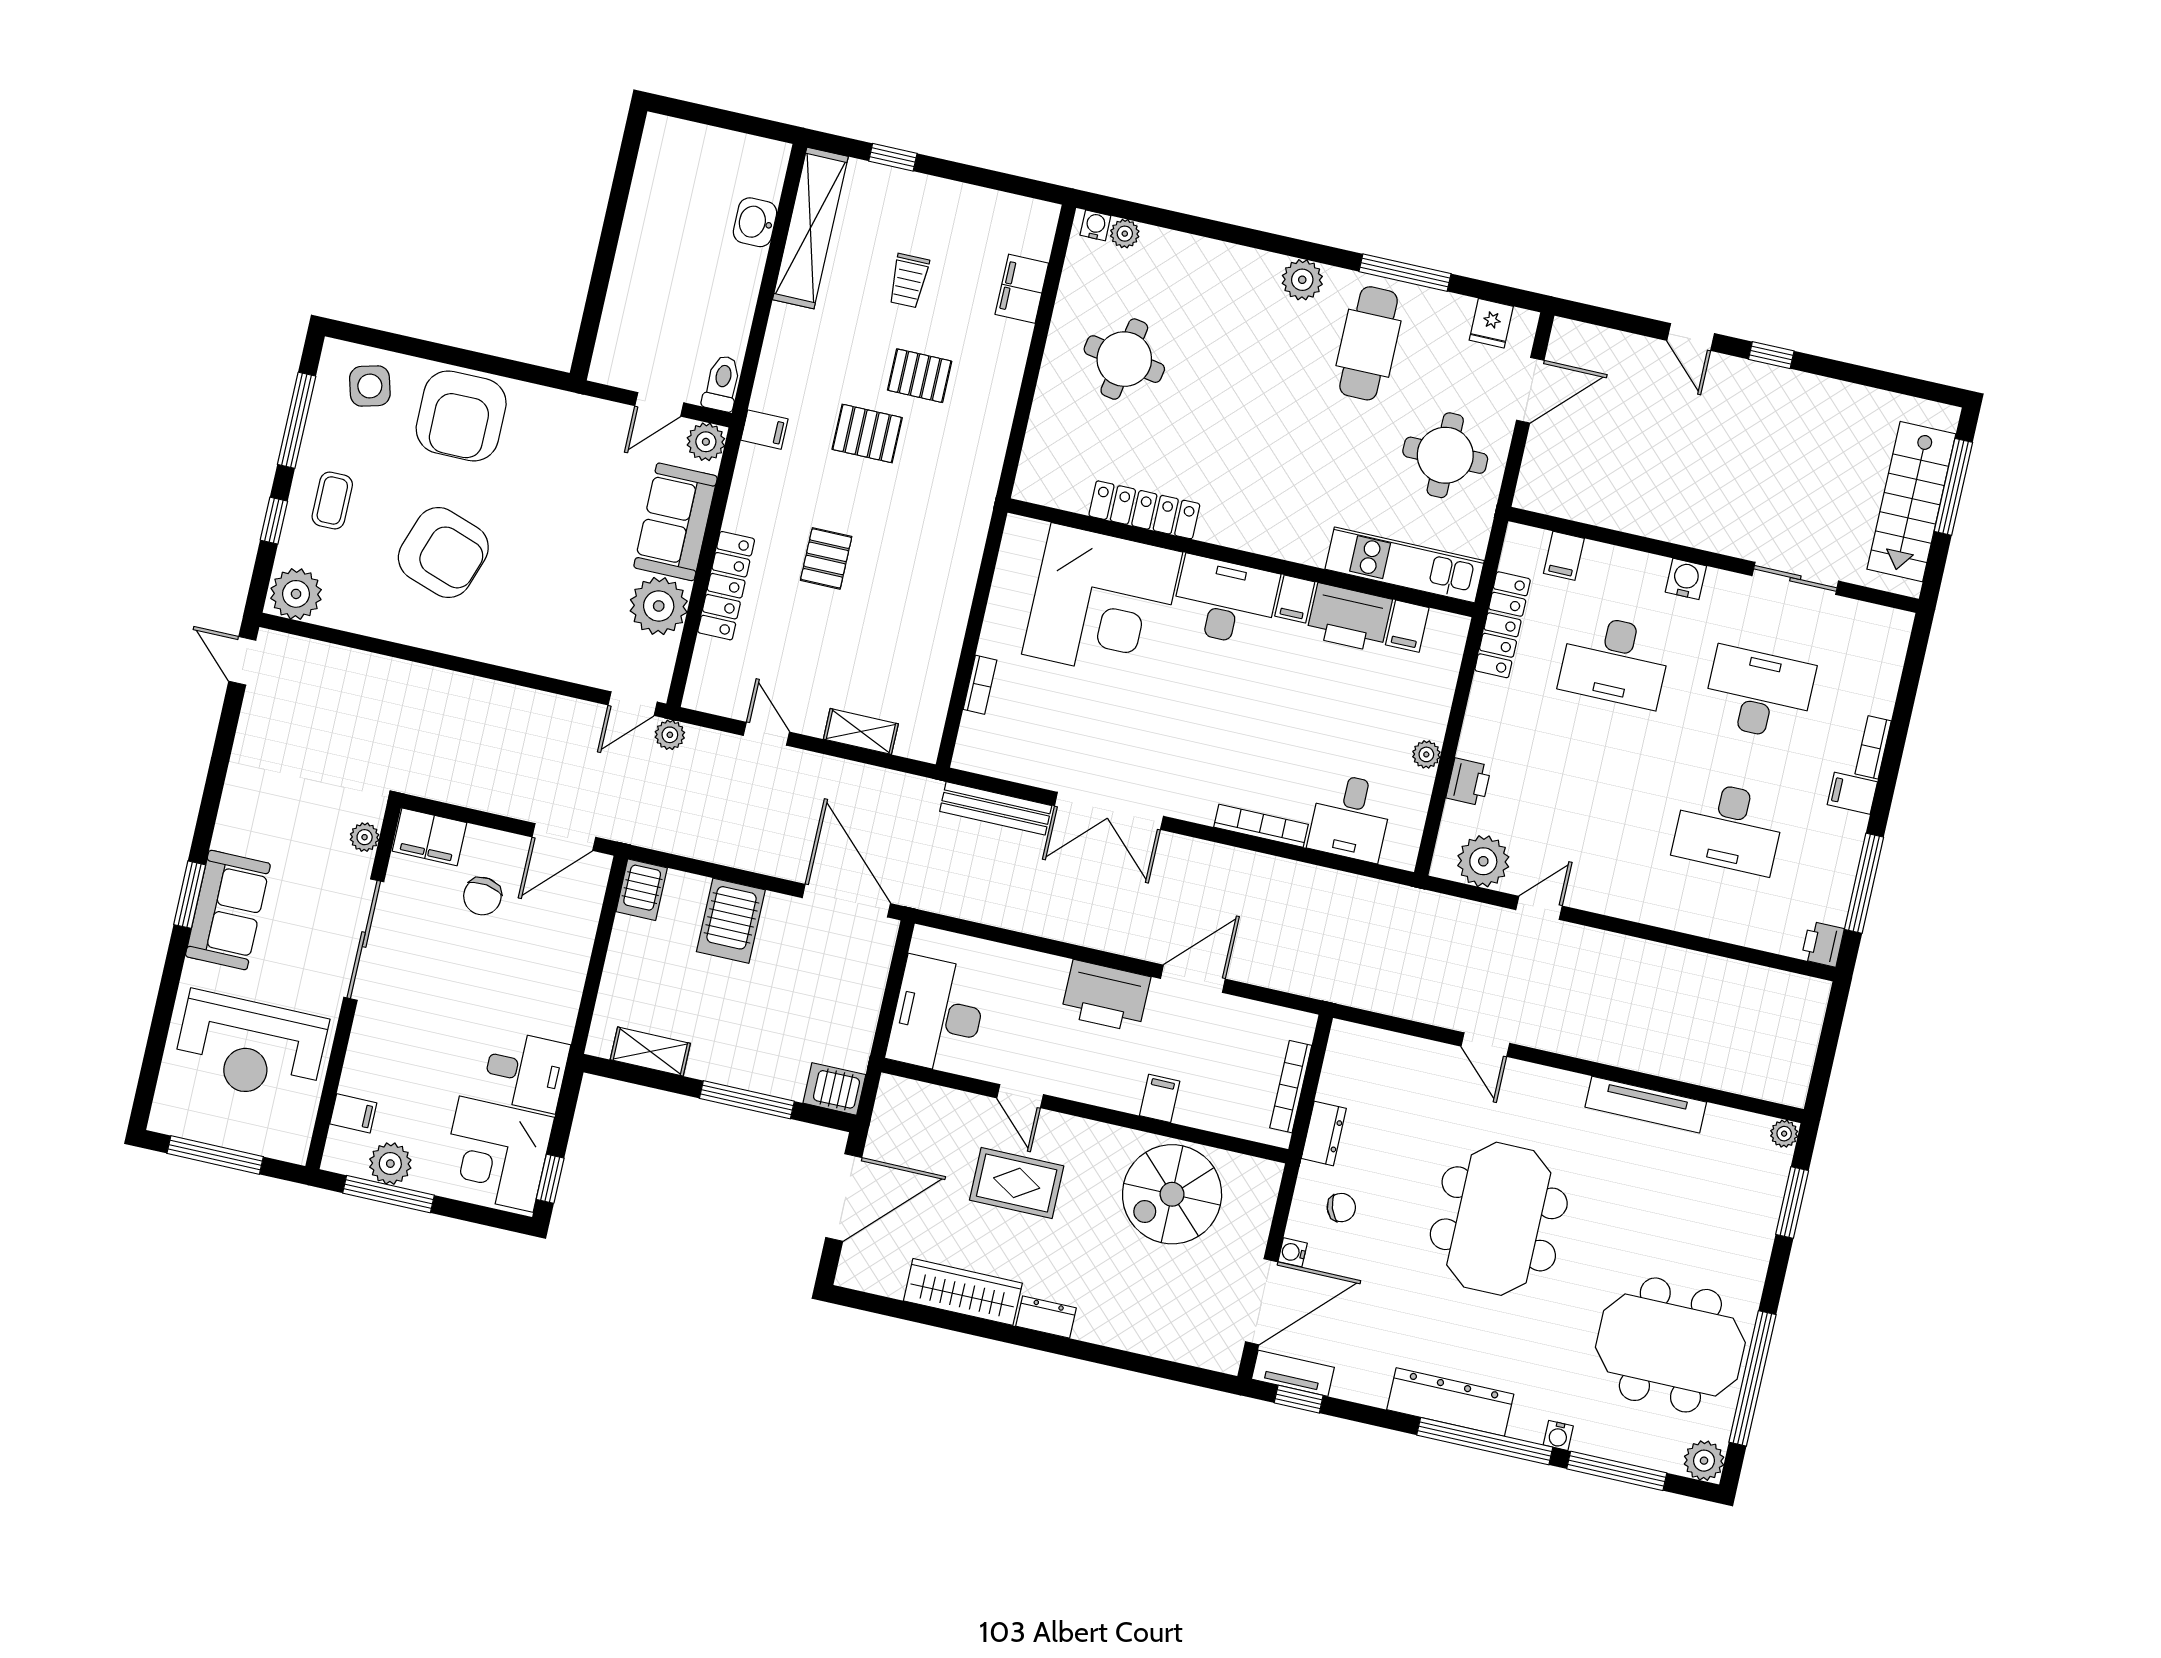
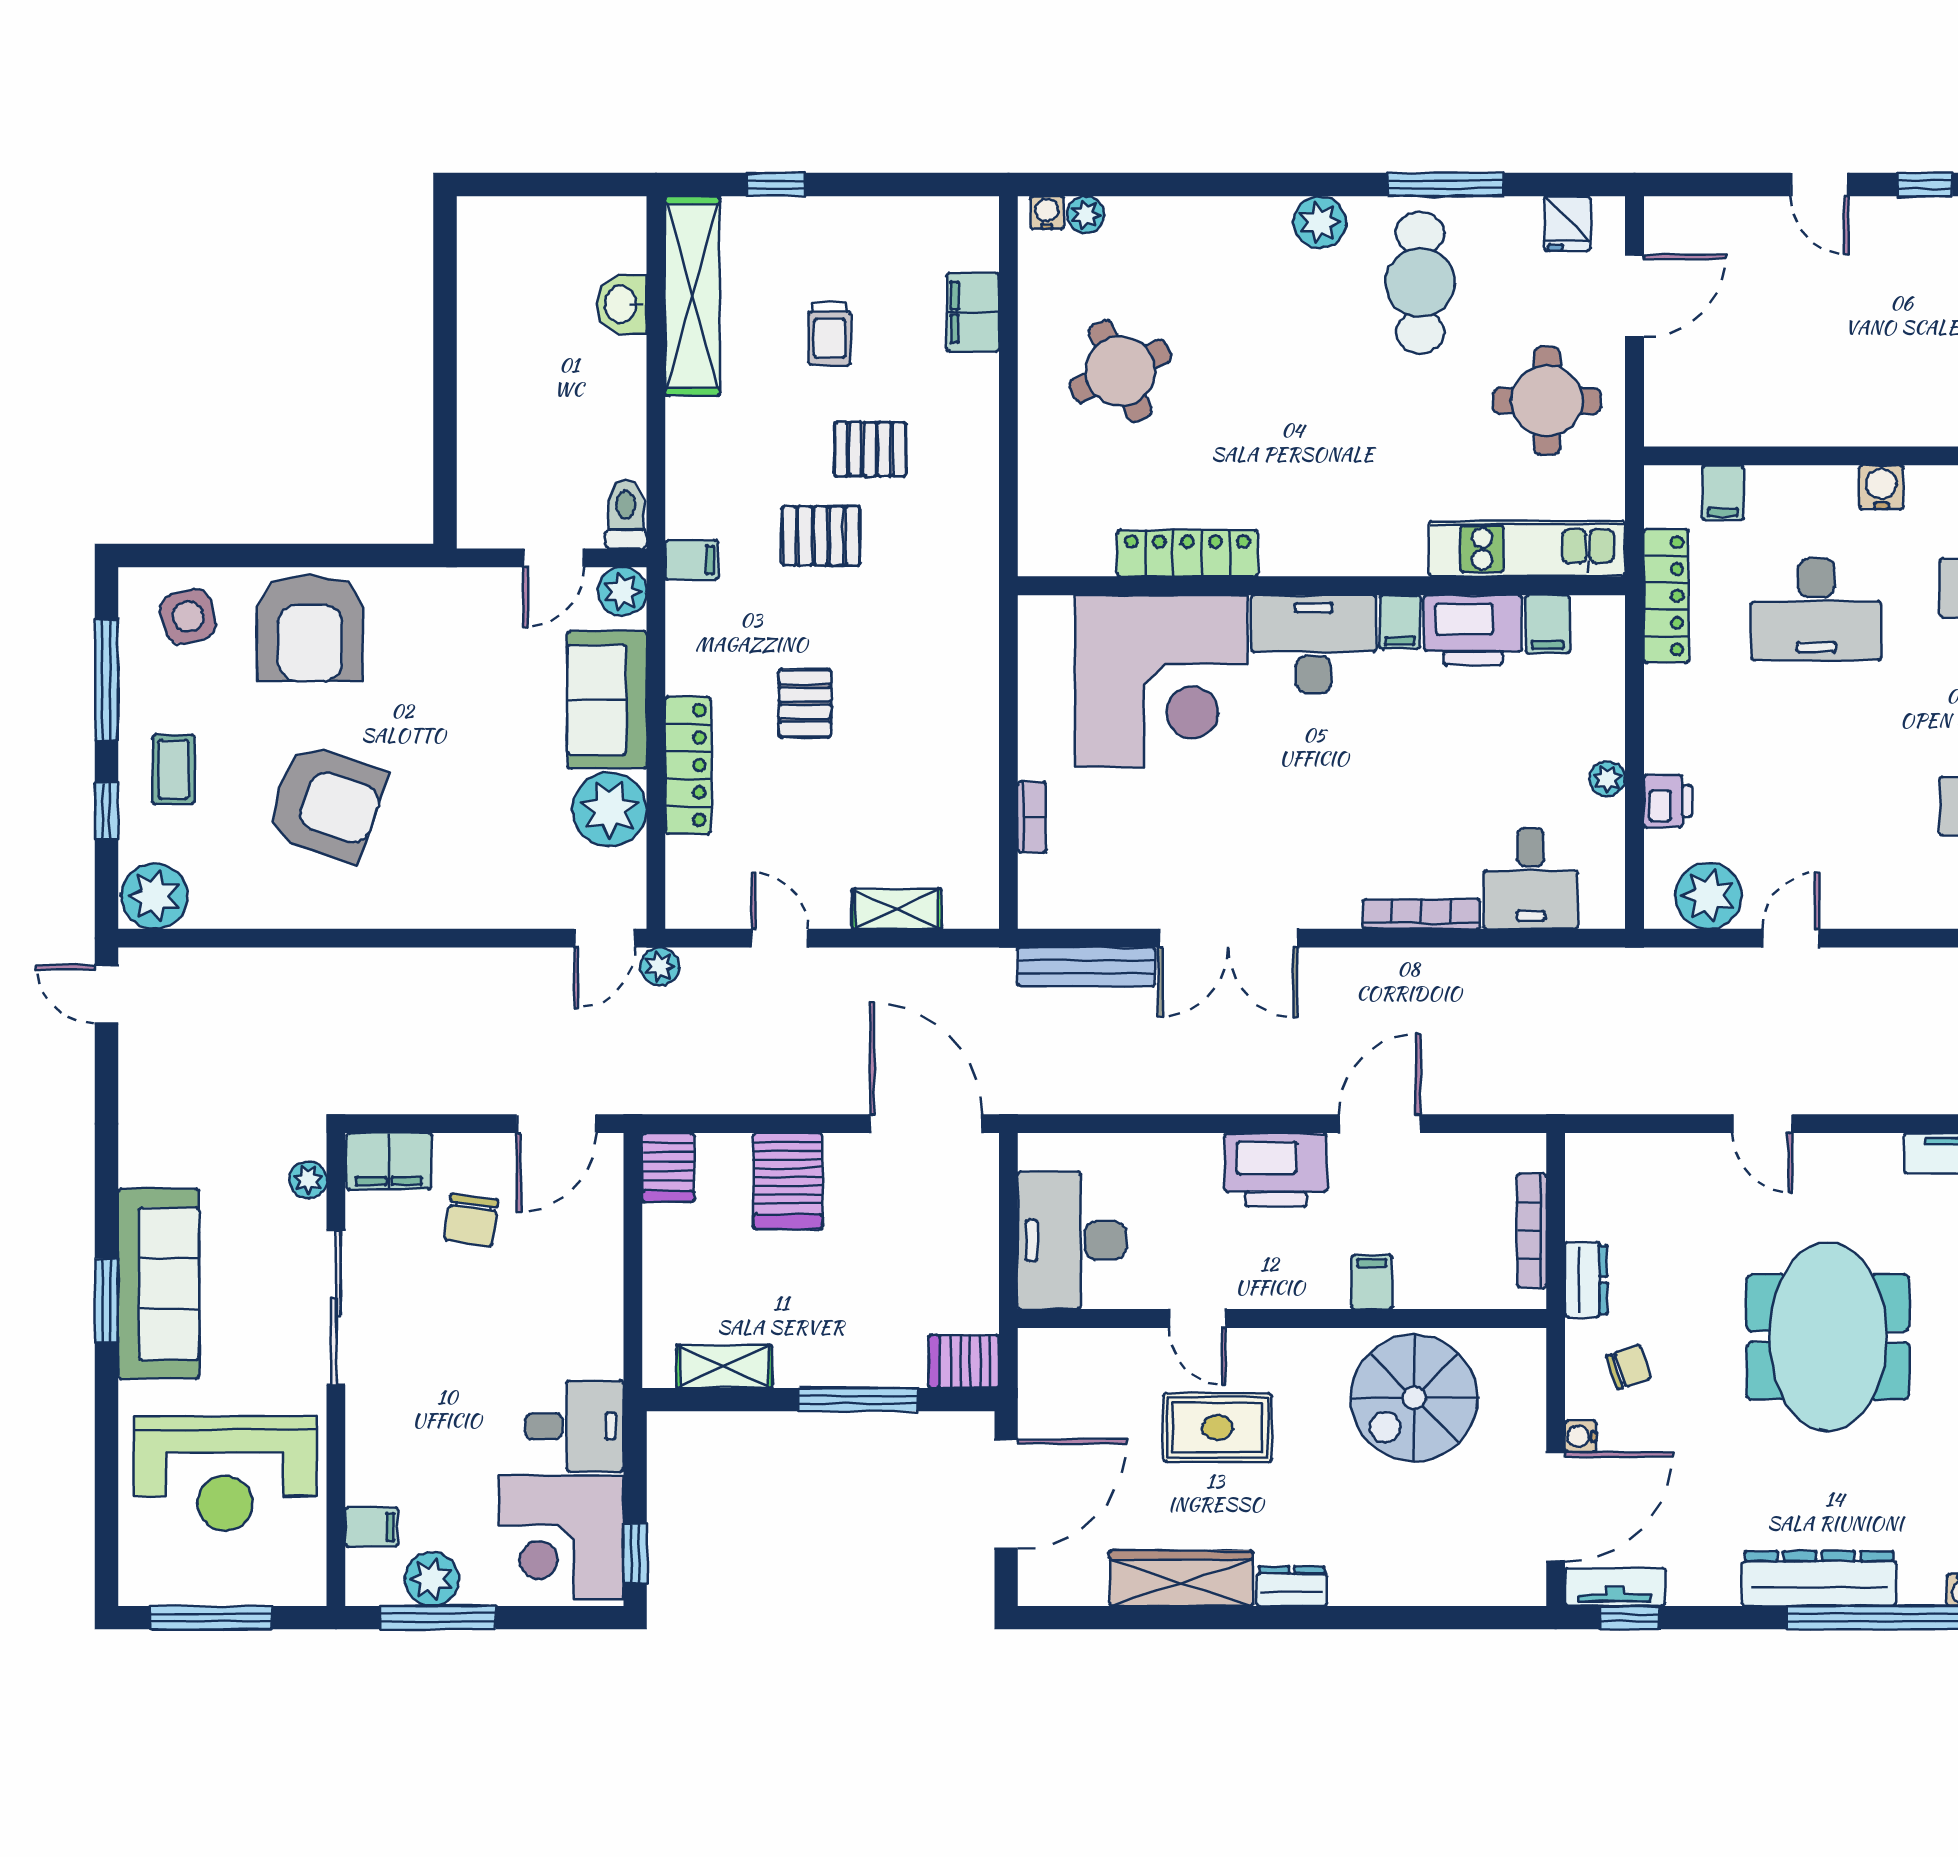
round table: (1124, 359) -> (1120, 371), turned -35
sofa: (228, 910) -> (158, 1284), width x1.36

